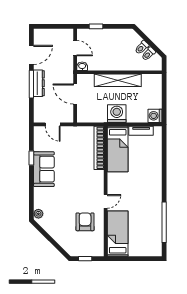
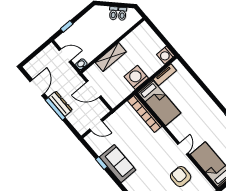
shelving: (118, 80) -> (111, 57), width x0.68

